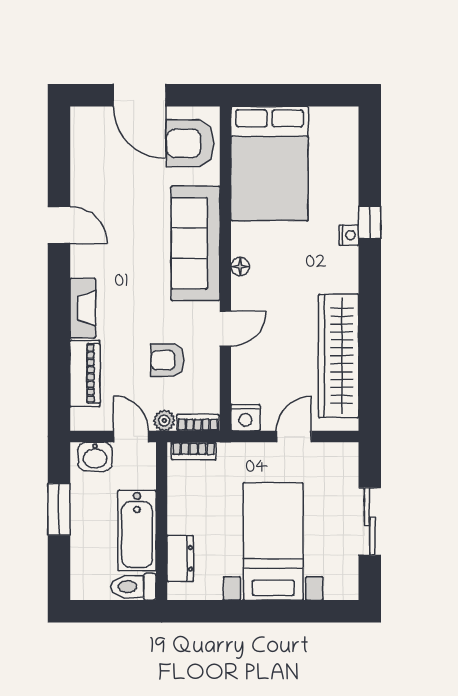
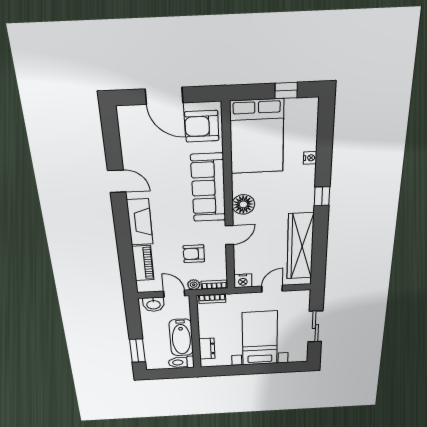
window: (311, 95) -> (286, 90), added
window: (370, 223) -> (322, 196), moved
nightstand: (349, 235) -> (310, 158), moved
floor lamp: (240, 267) -> (243, 204), width x1.89, depth x1.89
fireplace: (83, 308) -> (140, 222), width x1.37, depth x1.32
window: (59, 509) -> (137, 351), moved

